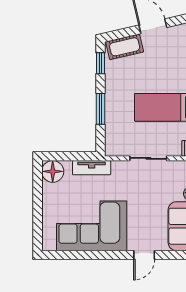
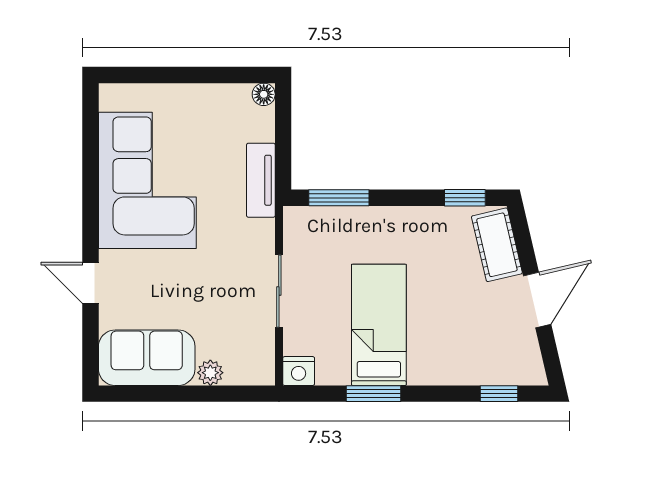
window: (101, 109) -> (339, 198), moved
floor lamp: (53, 171) -> (264, 94), width x0.53, depth x0.53

